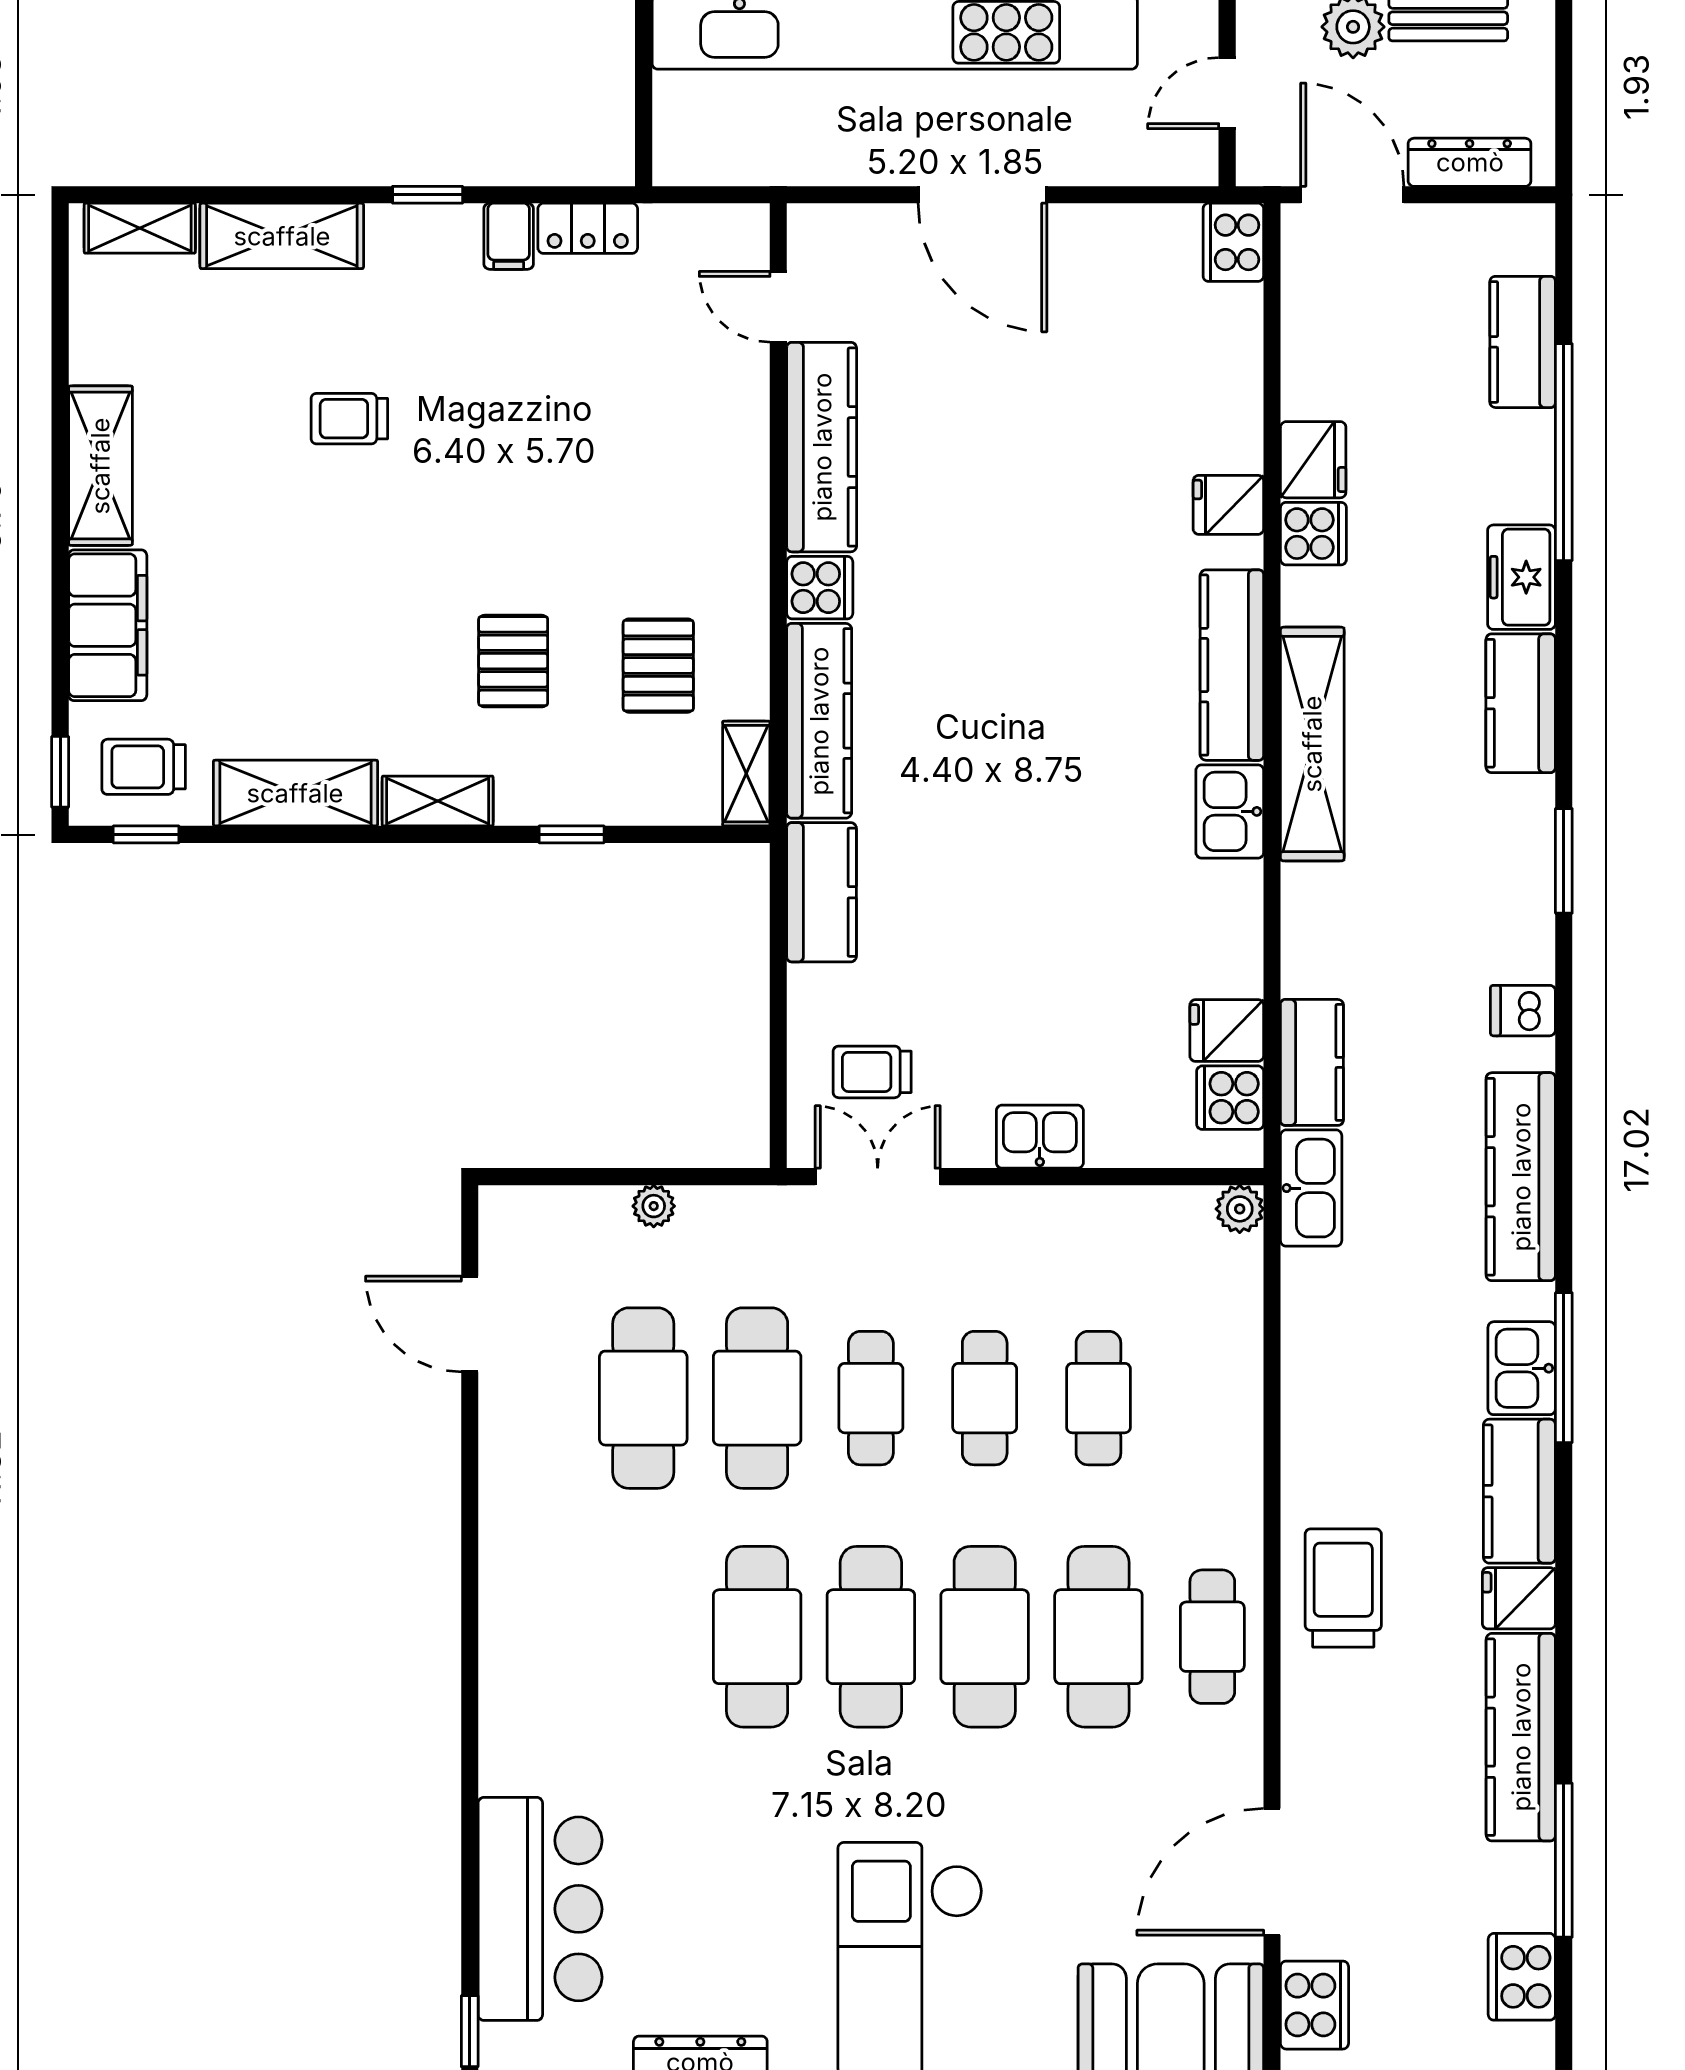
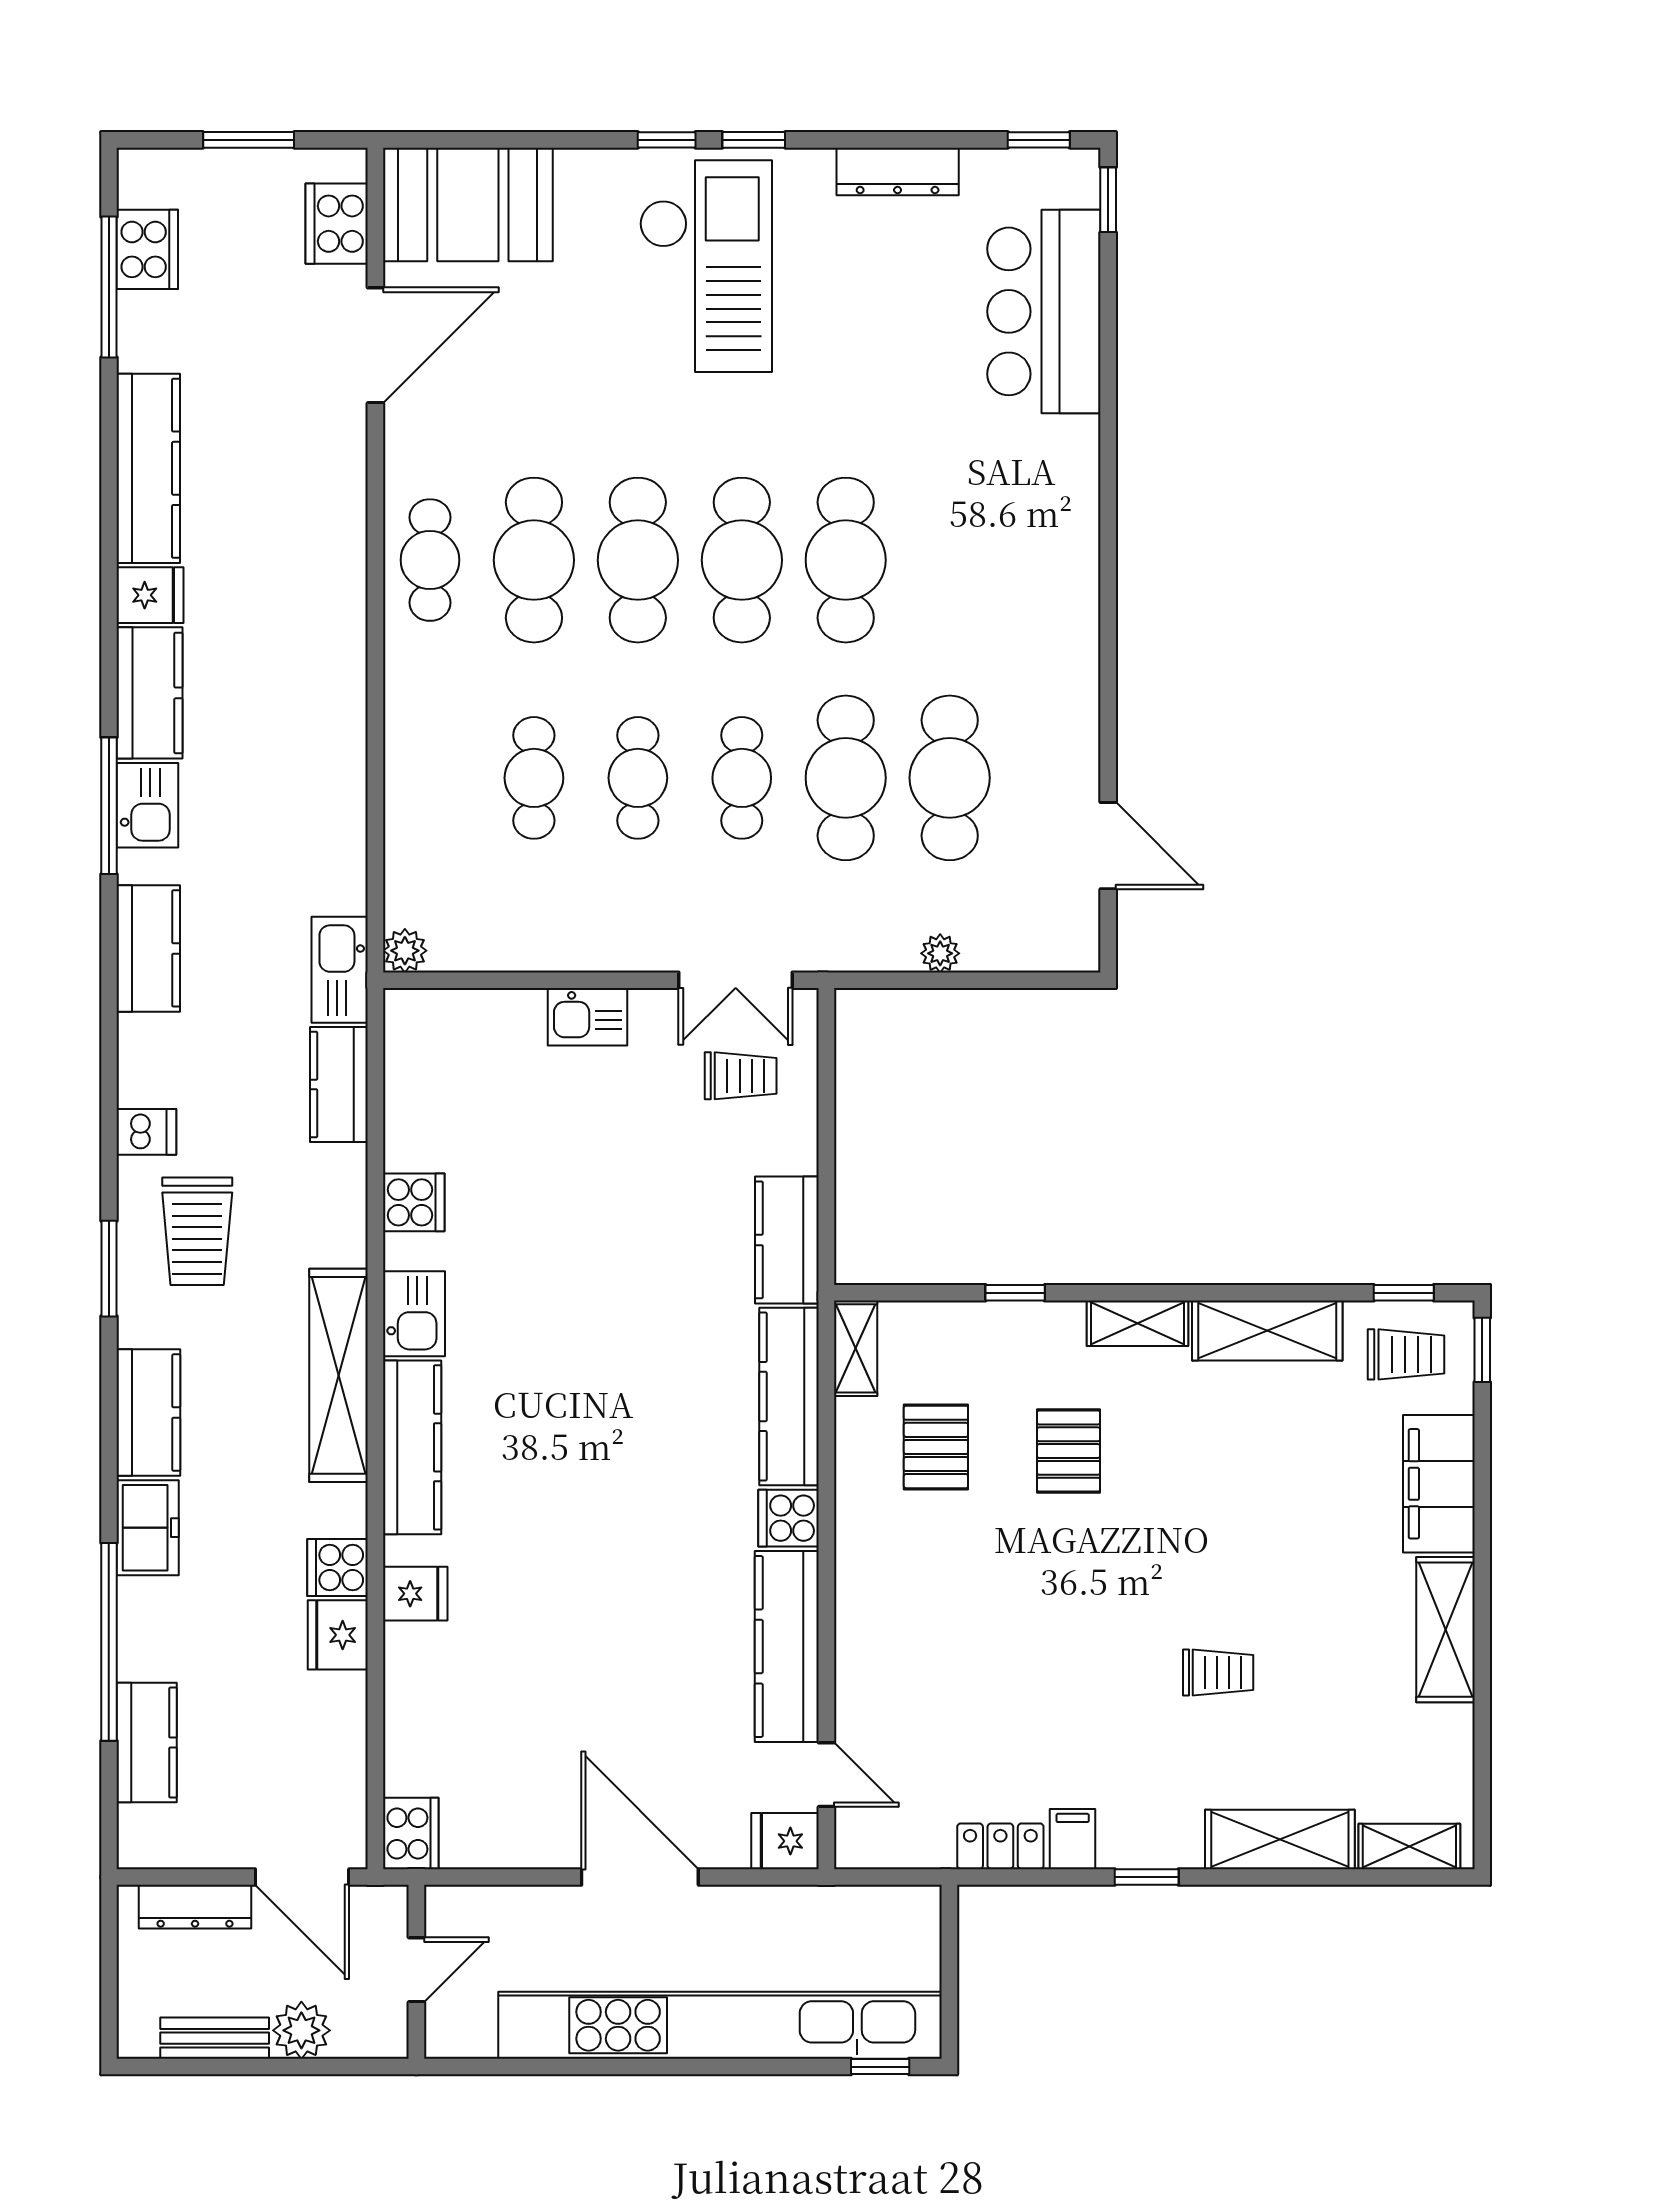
fridge: (1227, 1030) -> (785, 1841), moved, turned 180
cooker: (1230, 1098) -> (414, 1202), moved
kitchen counter: (1521, 1177) -> (148, 948), width x0.67
trolley: (1343, 1588) -> (197, 1231), moved
window: (1564, 1860) -> (109, 287), moved

